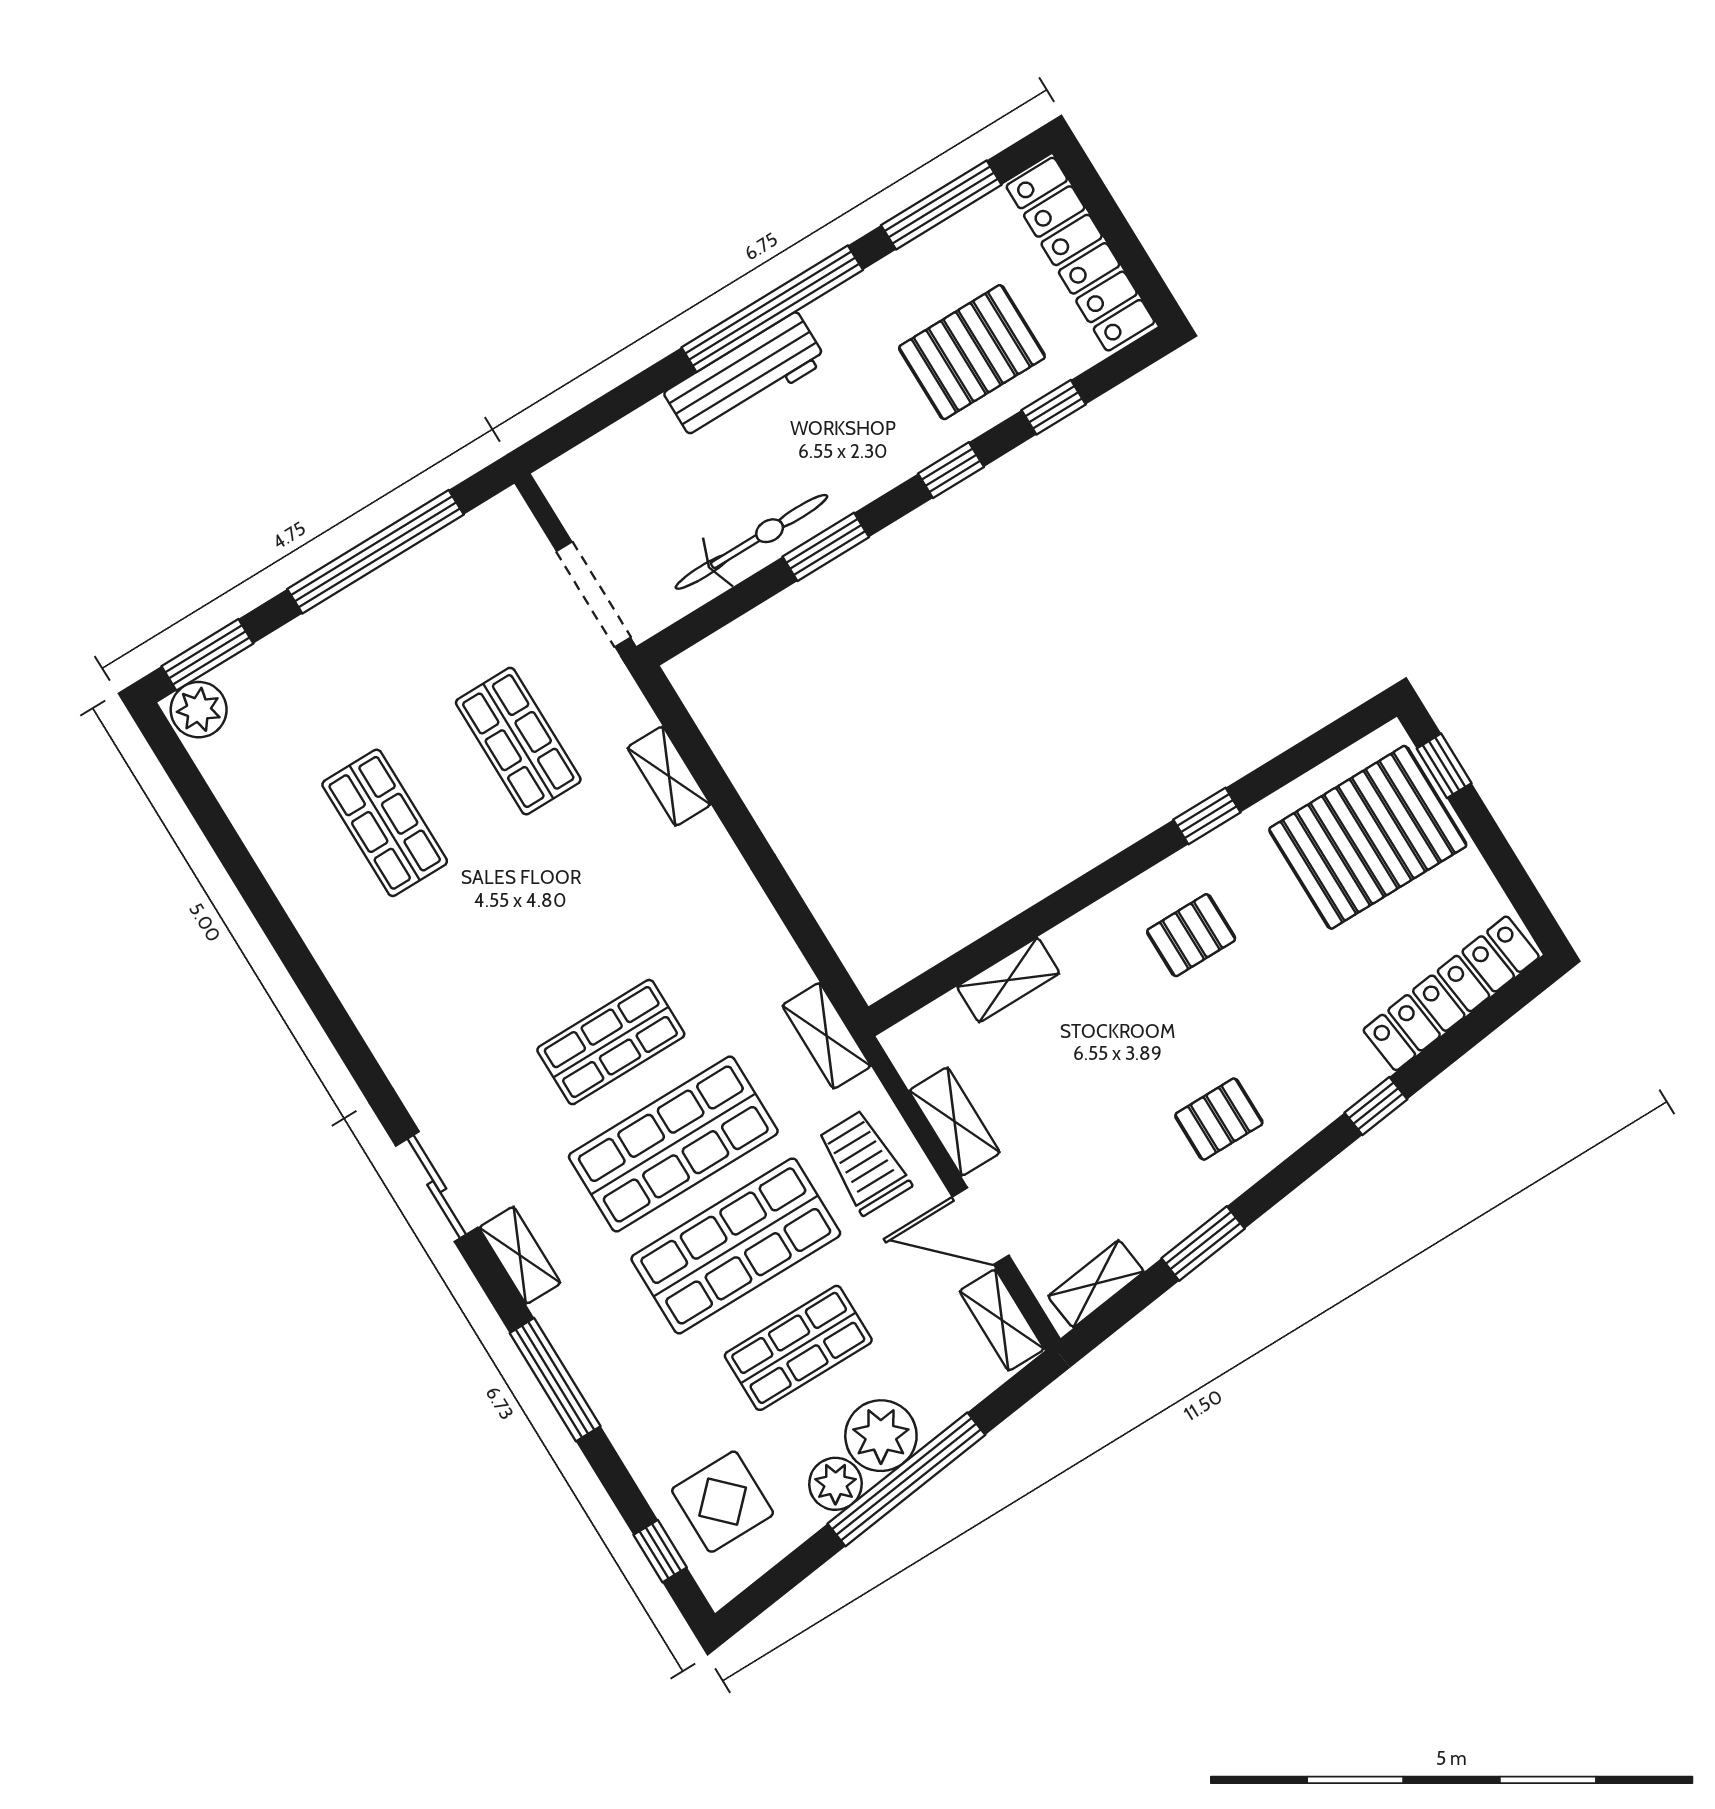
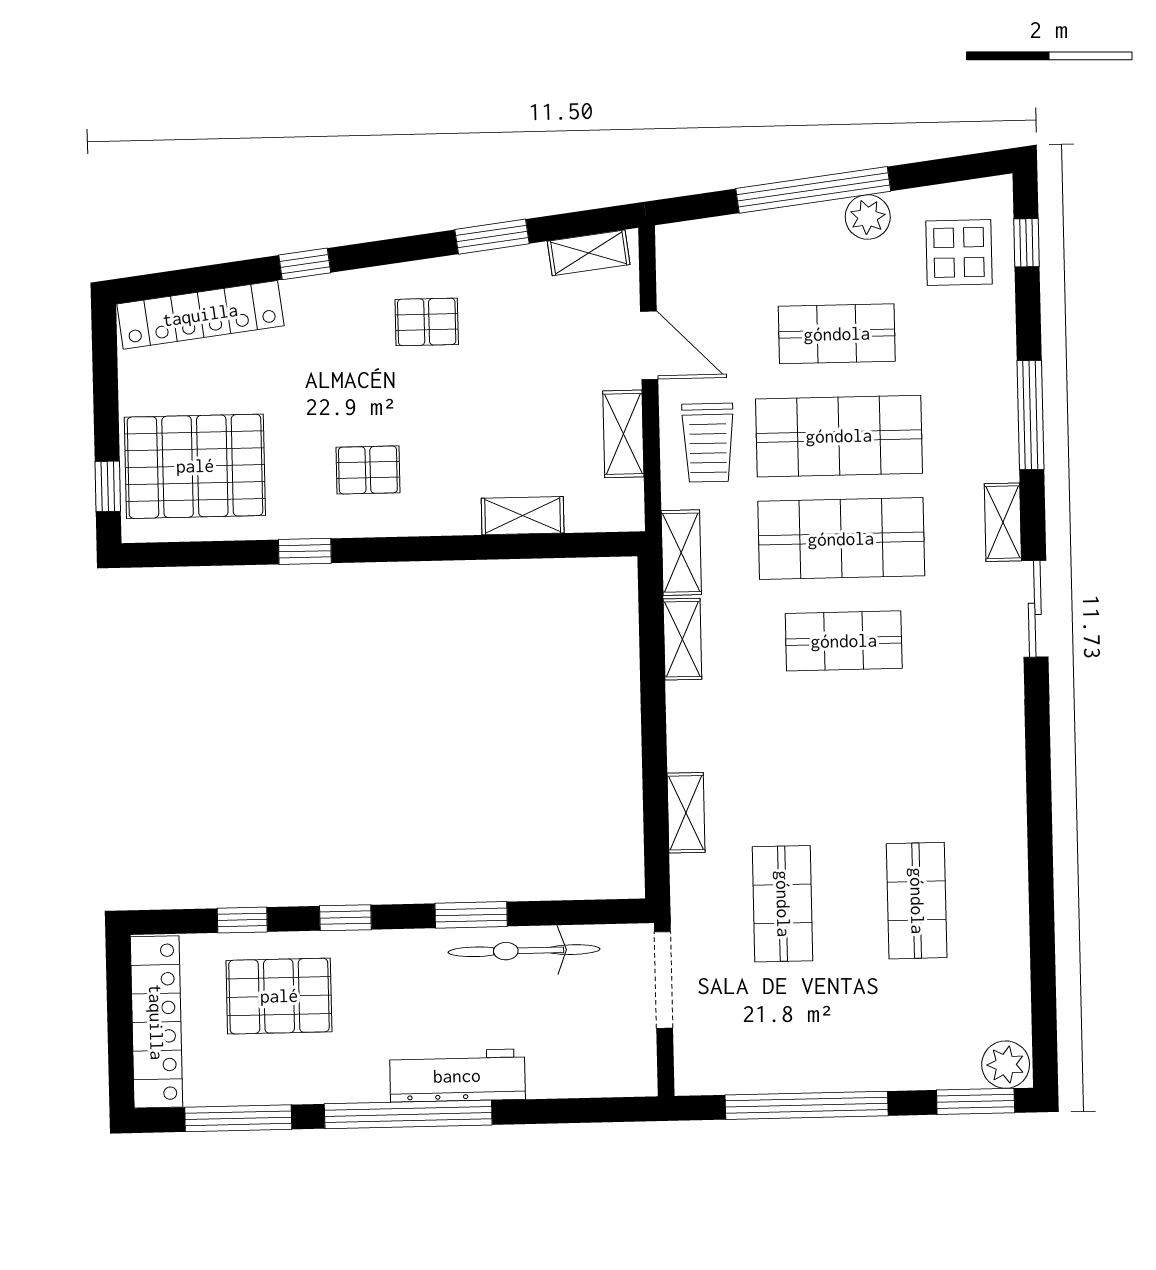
shelving: (1002, 1320) -> (682, 639), moved
plant: (881, 1436) -> (813, 233), removed

